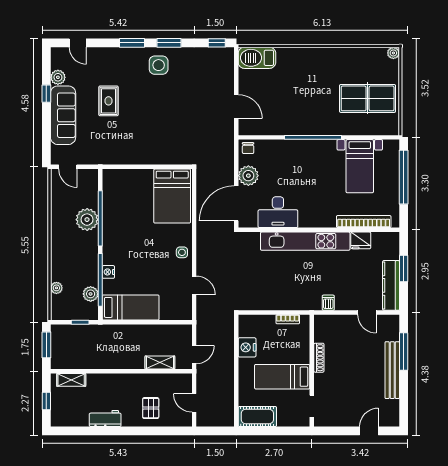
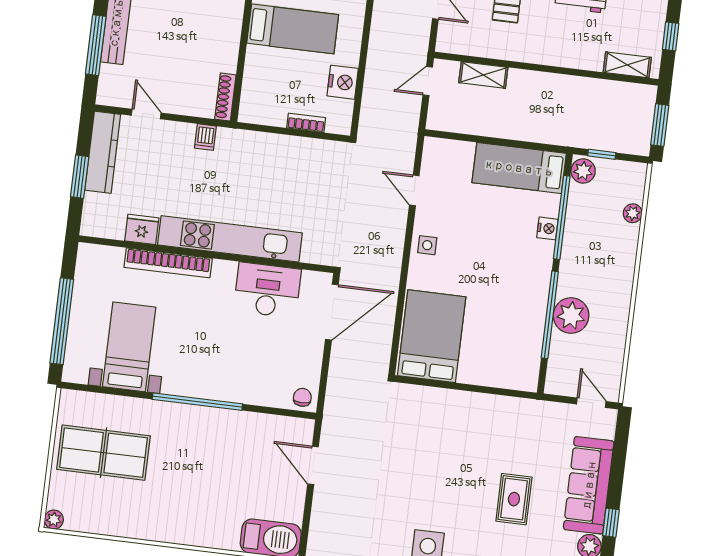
plant: (248, 176) -> (307, 354), removed
bookcase: (364, 222) -> (168, 263), moved
plant: (91, 294) -> (583, 171), moved
bookcase: (288, 319) -> (306, 123), moved
shoe rack: (319, 358) -> (225, 97), moved

